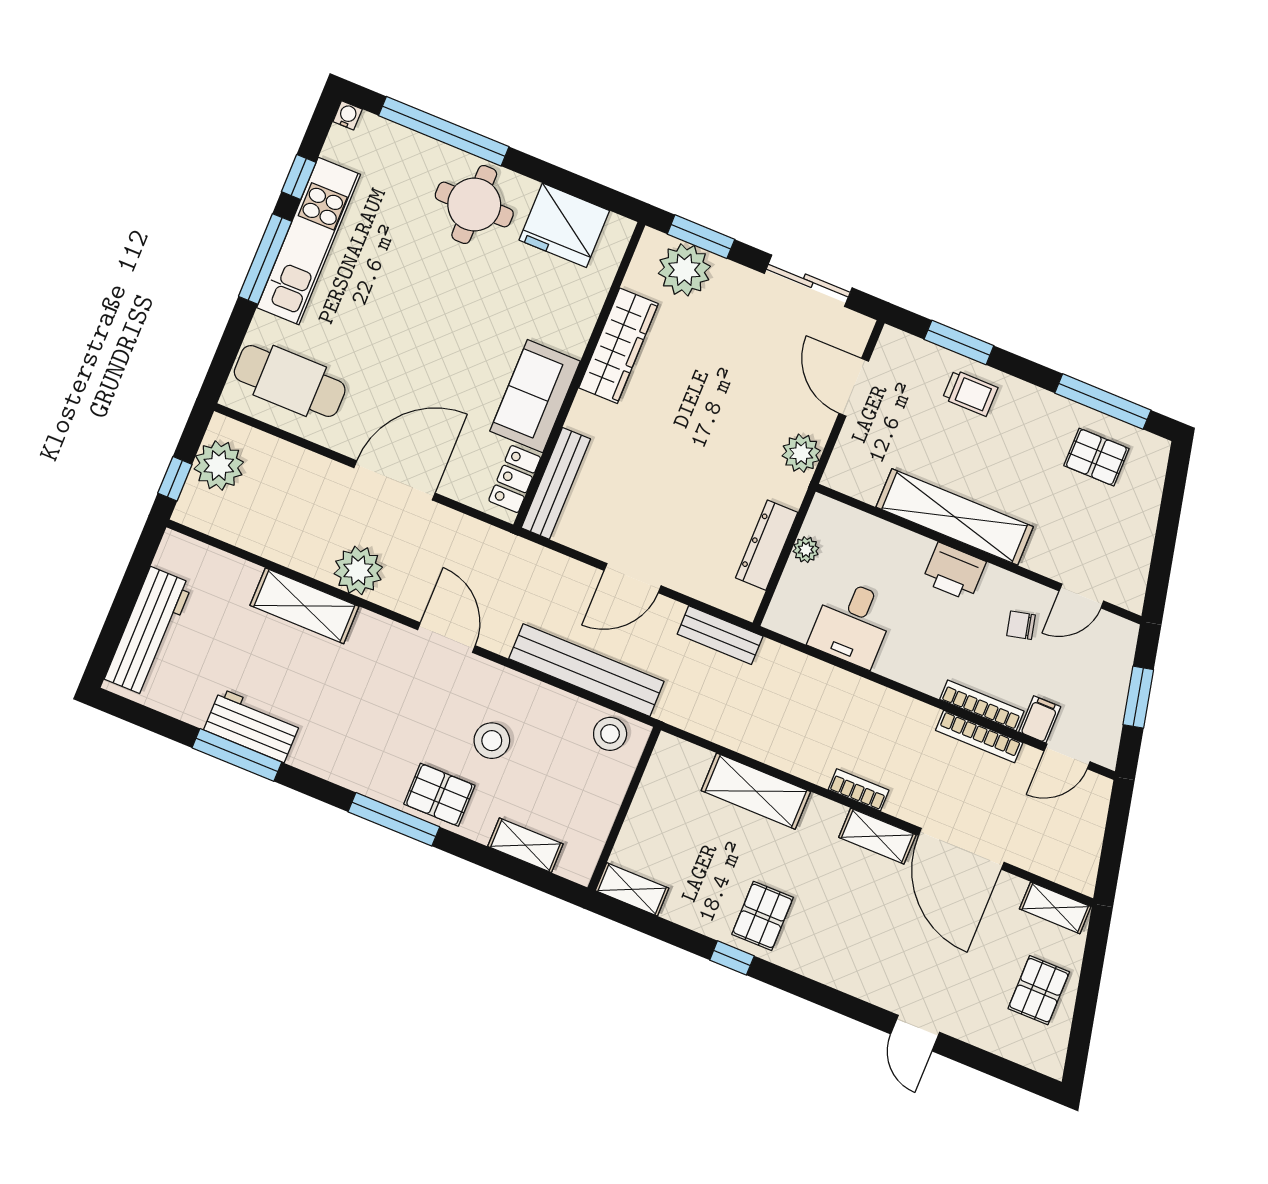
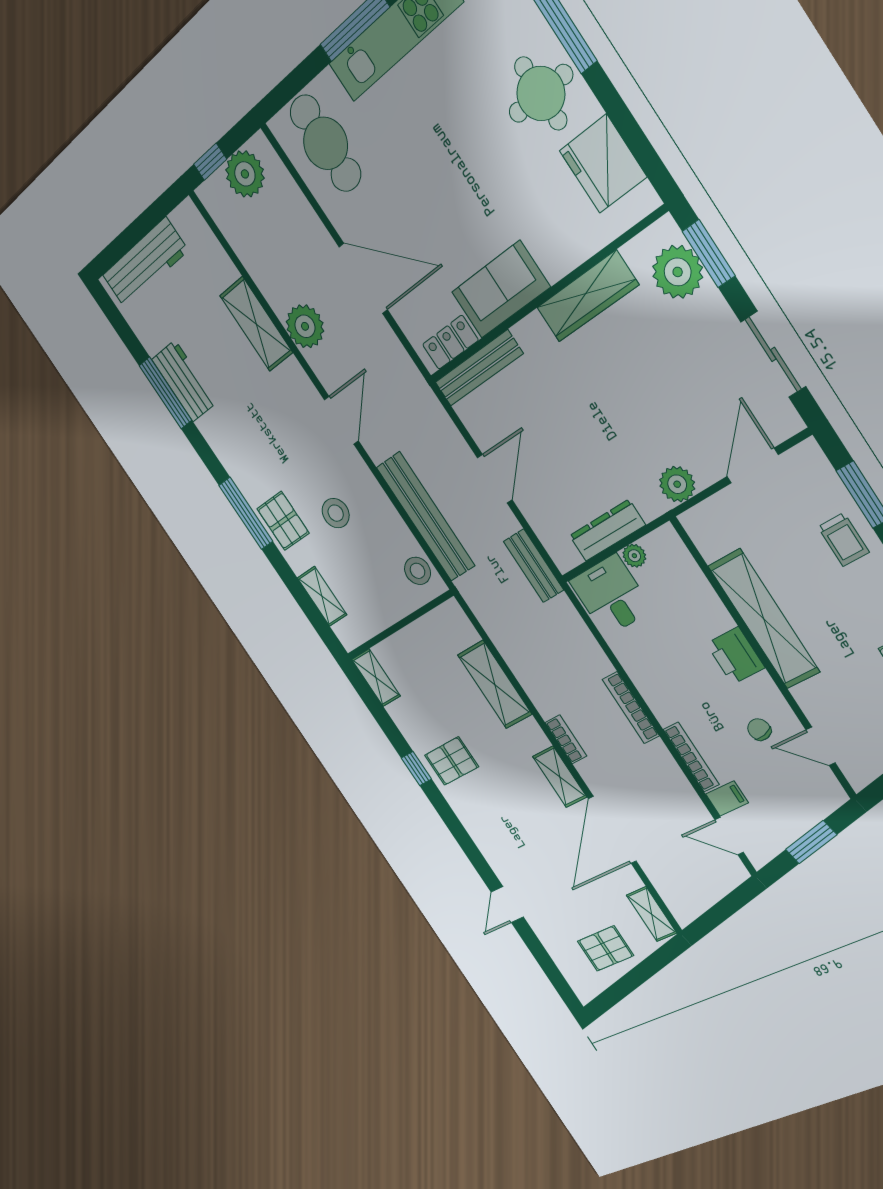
door: (633, 578) -> (495, 479), swing flipped
desk: (852, 623) -> (611, 595), moved, turned 90
bookcase: (979, 737) -> (631, 708), moved

